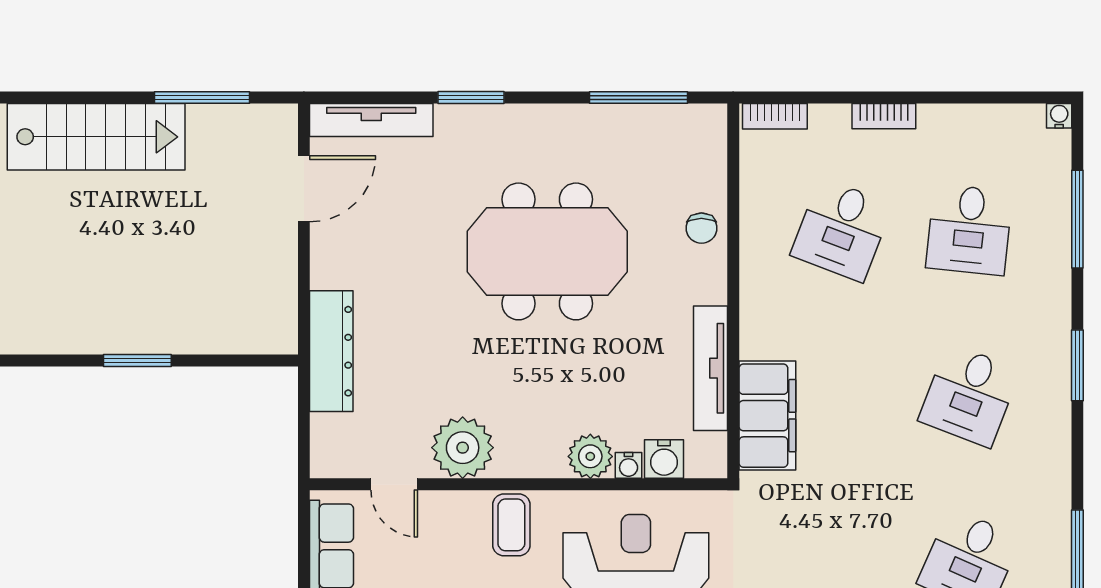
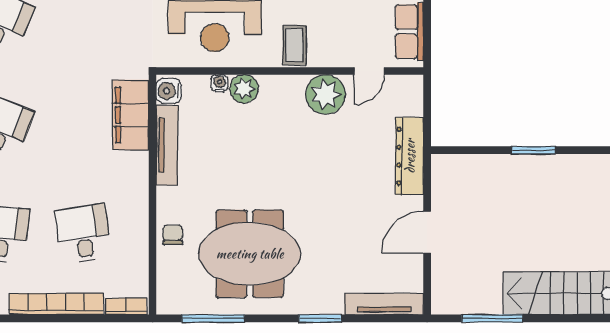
bookcase: (884, 116) -> (56, 304), width x2.31, depth x1.31
door: (304, 189) -> (427, 232), moved
desk: (841, 230) -> (83, 234), turned -30
meeting table: (547, 251) -> (250, 254), moved
water cooler: (664, 459) -> (169, 91), moved, turned -90
door: (394, 484) -> (369, 71), swing flipped

